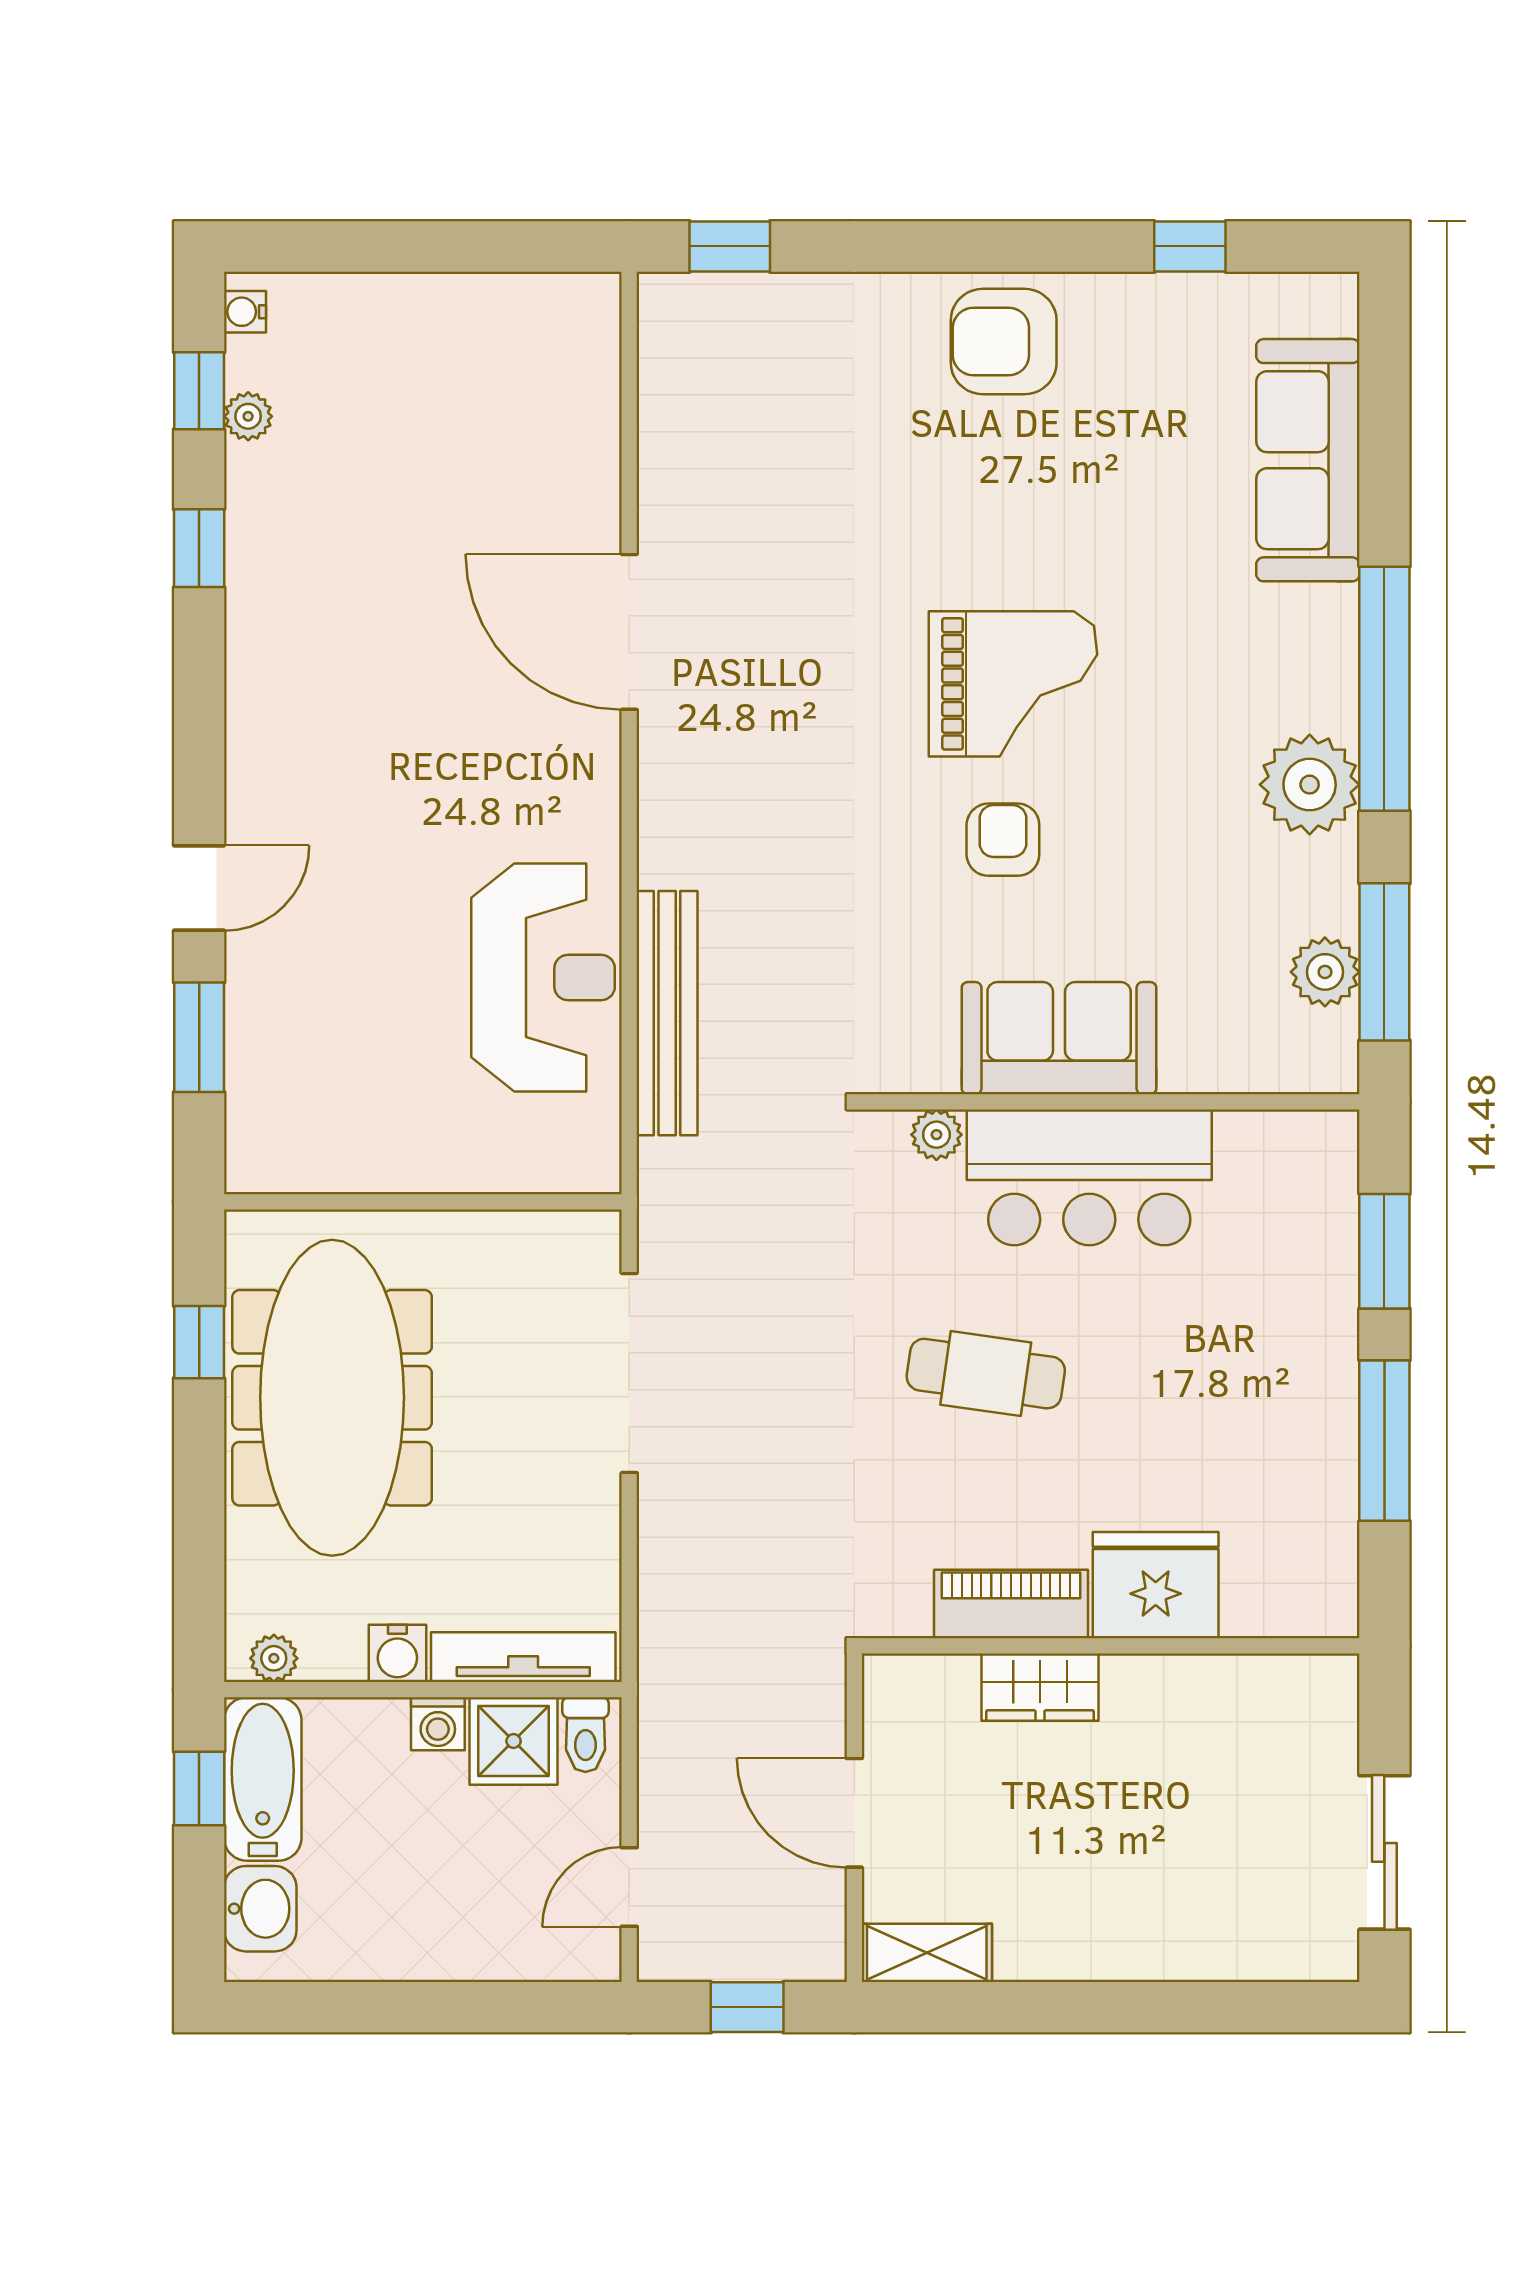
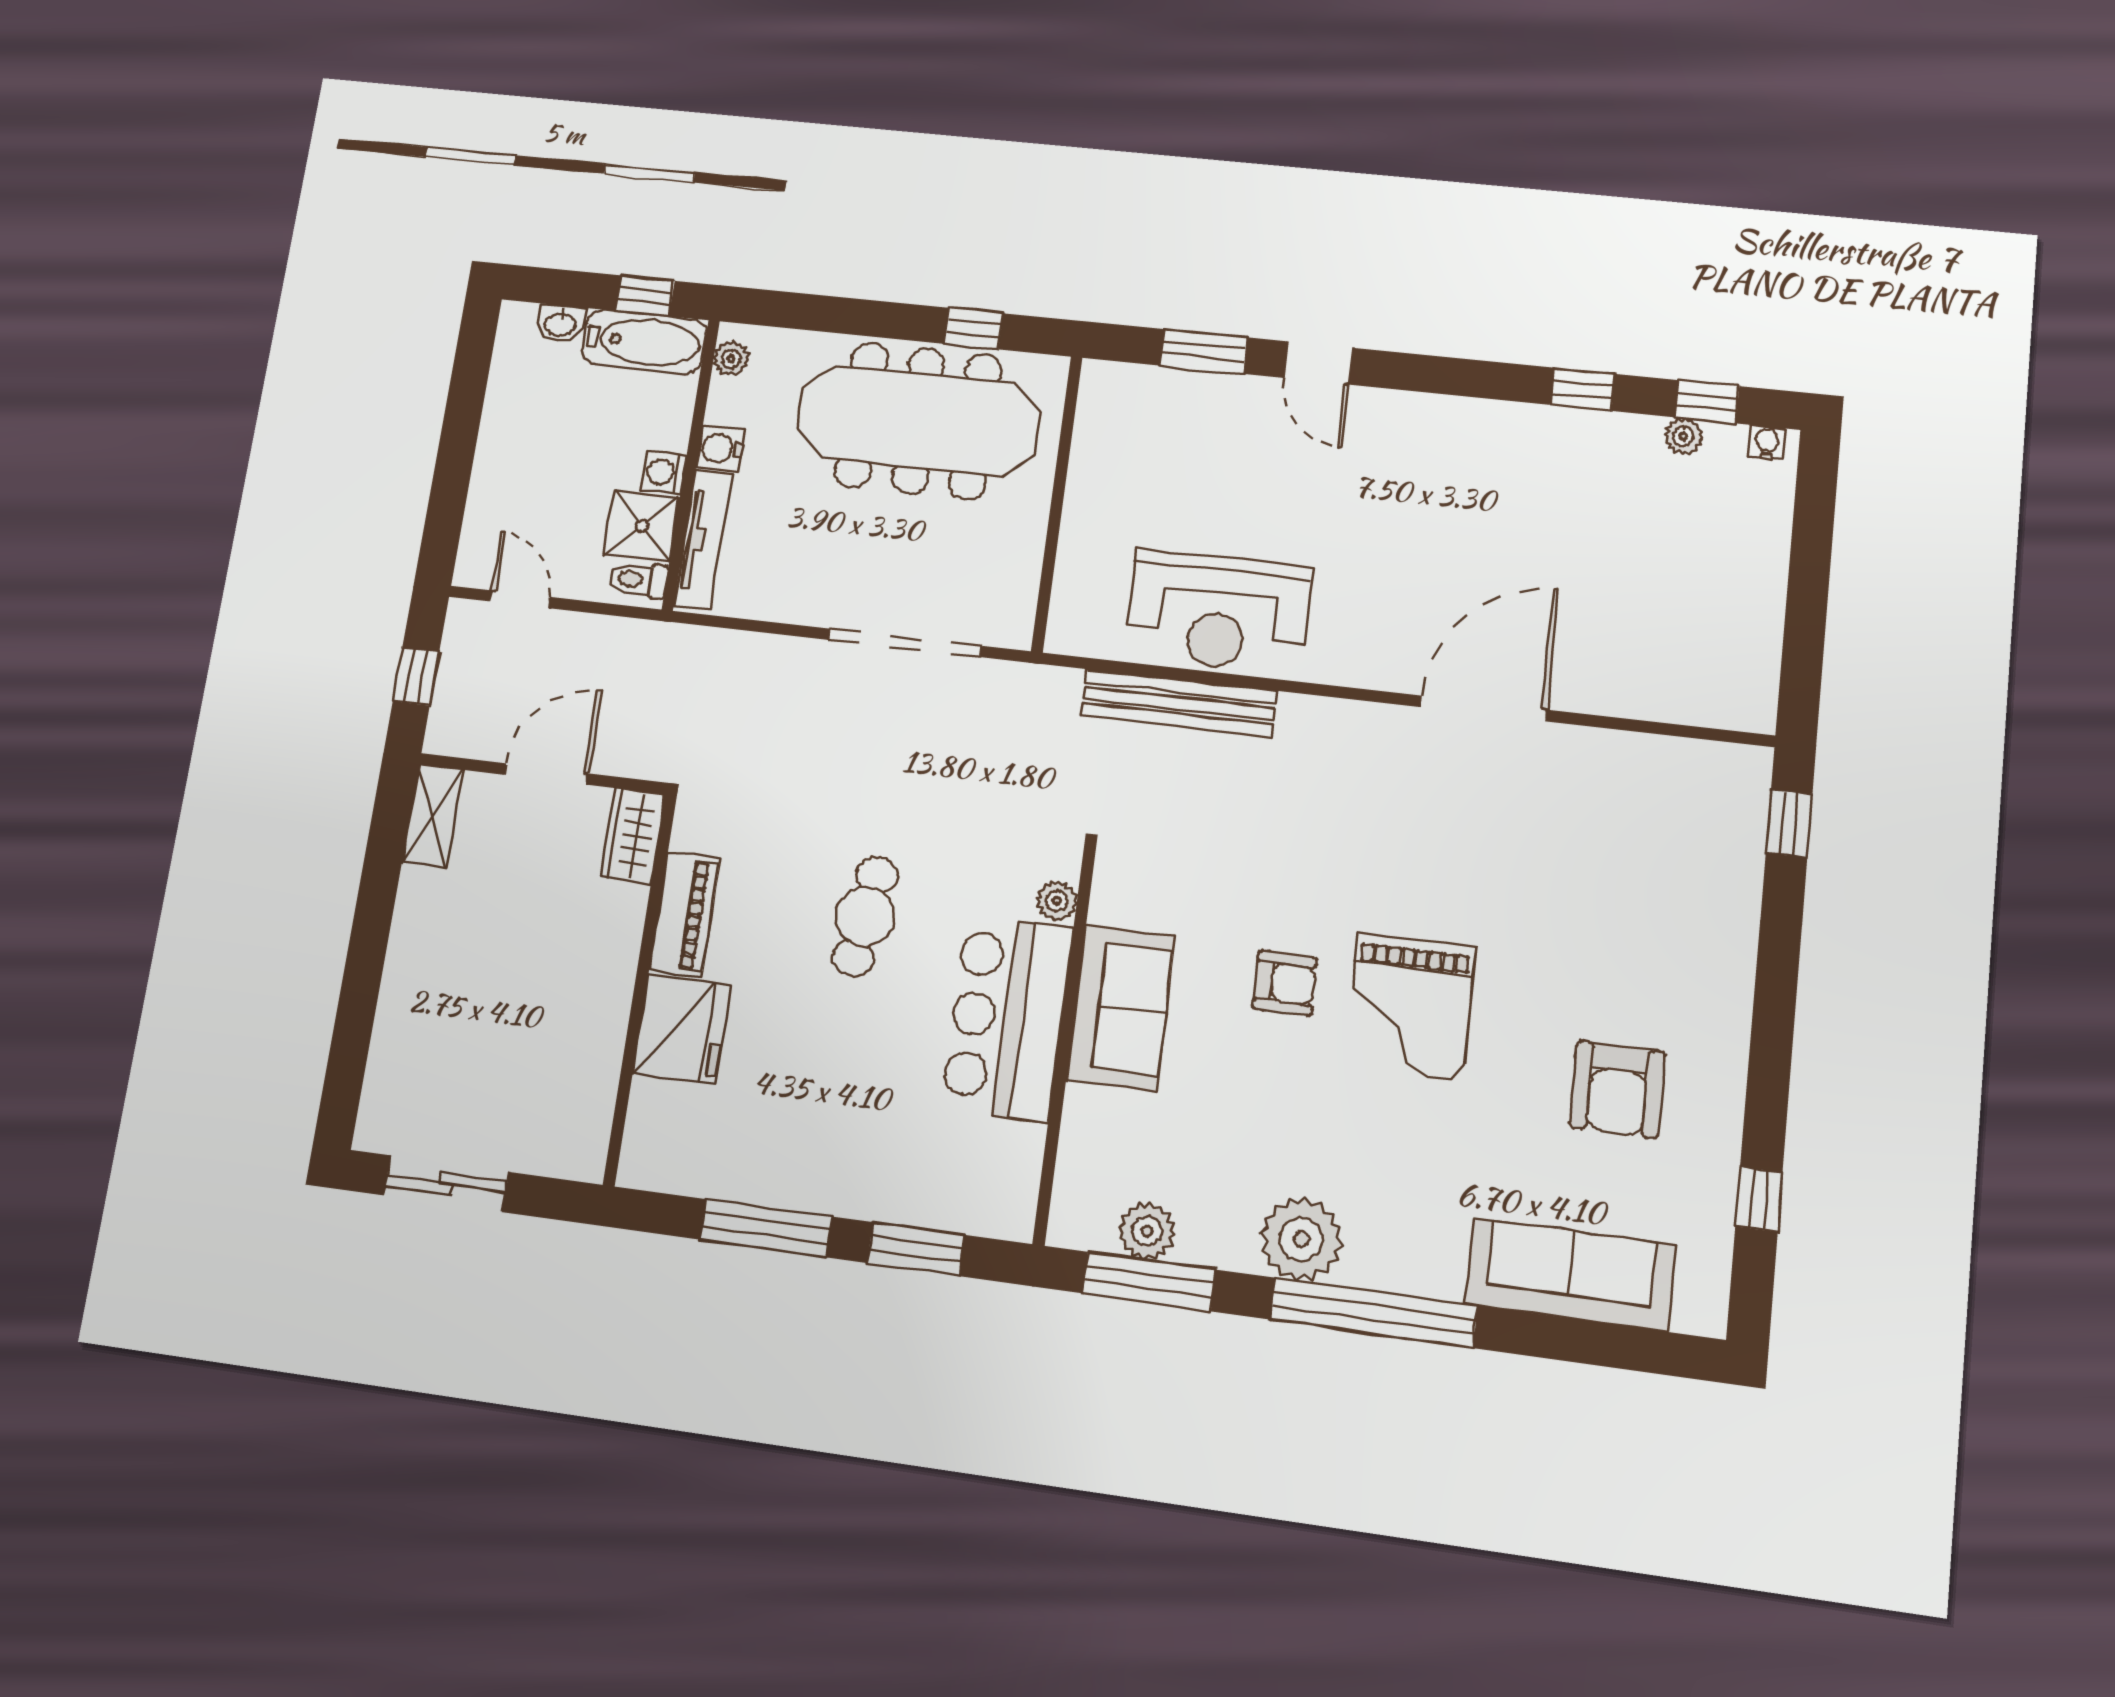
armchair: (1004, 342) -> (1617, 1089), moved, turned 180
wardrobe: (1040, 1687) -> (633, 836), moved
washbasin: (260, 1909) -> (560, 323), width x0.72, depth x0.69

